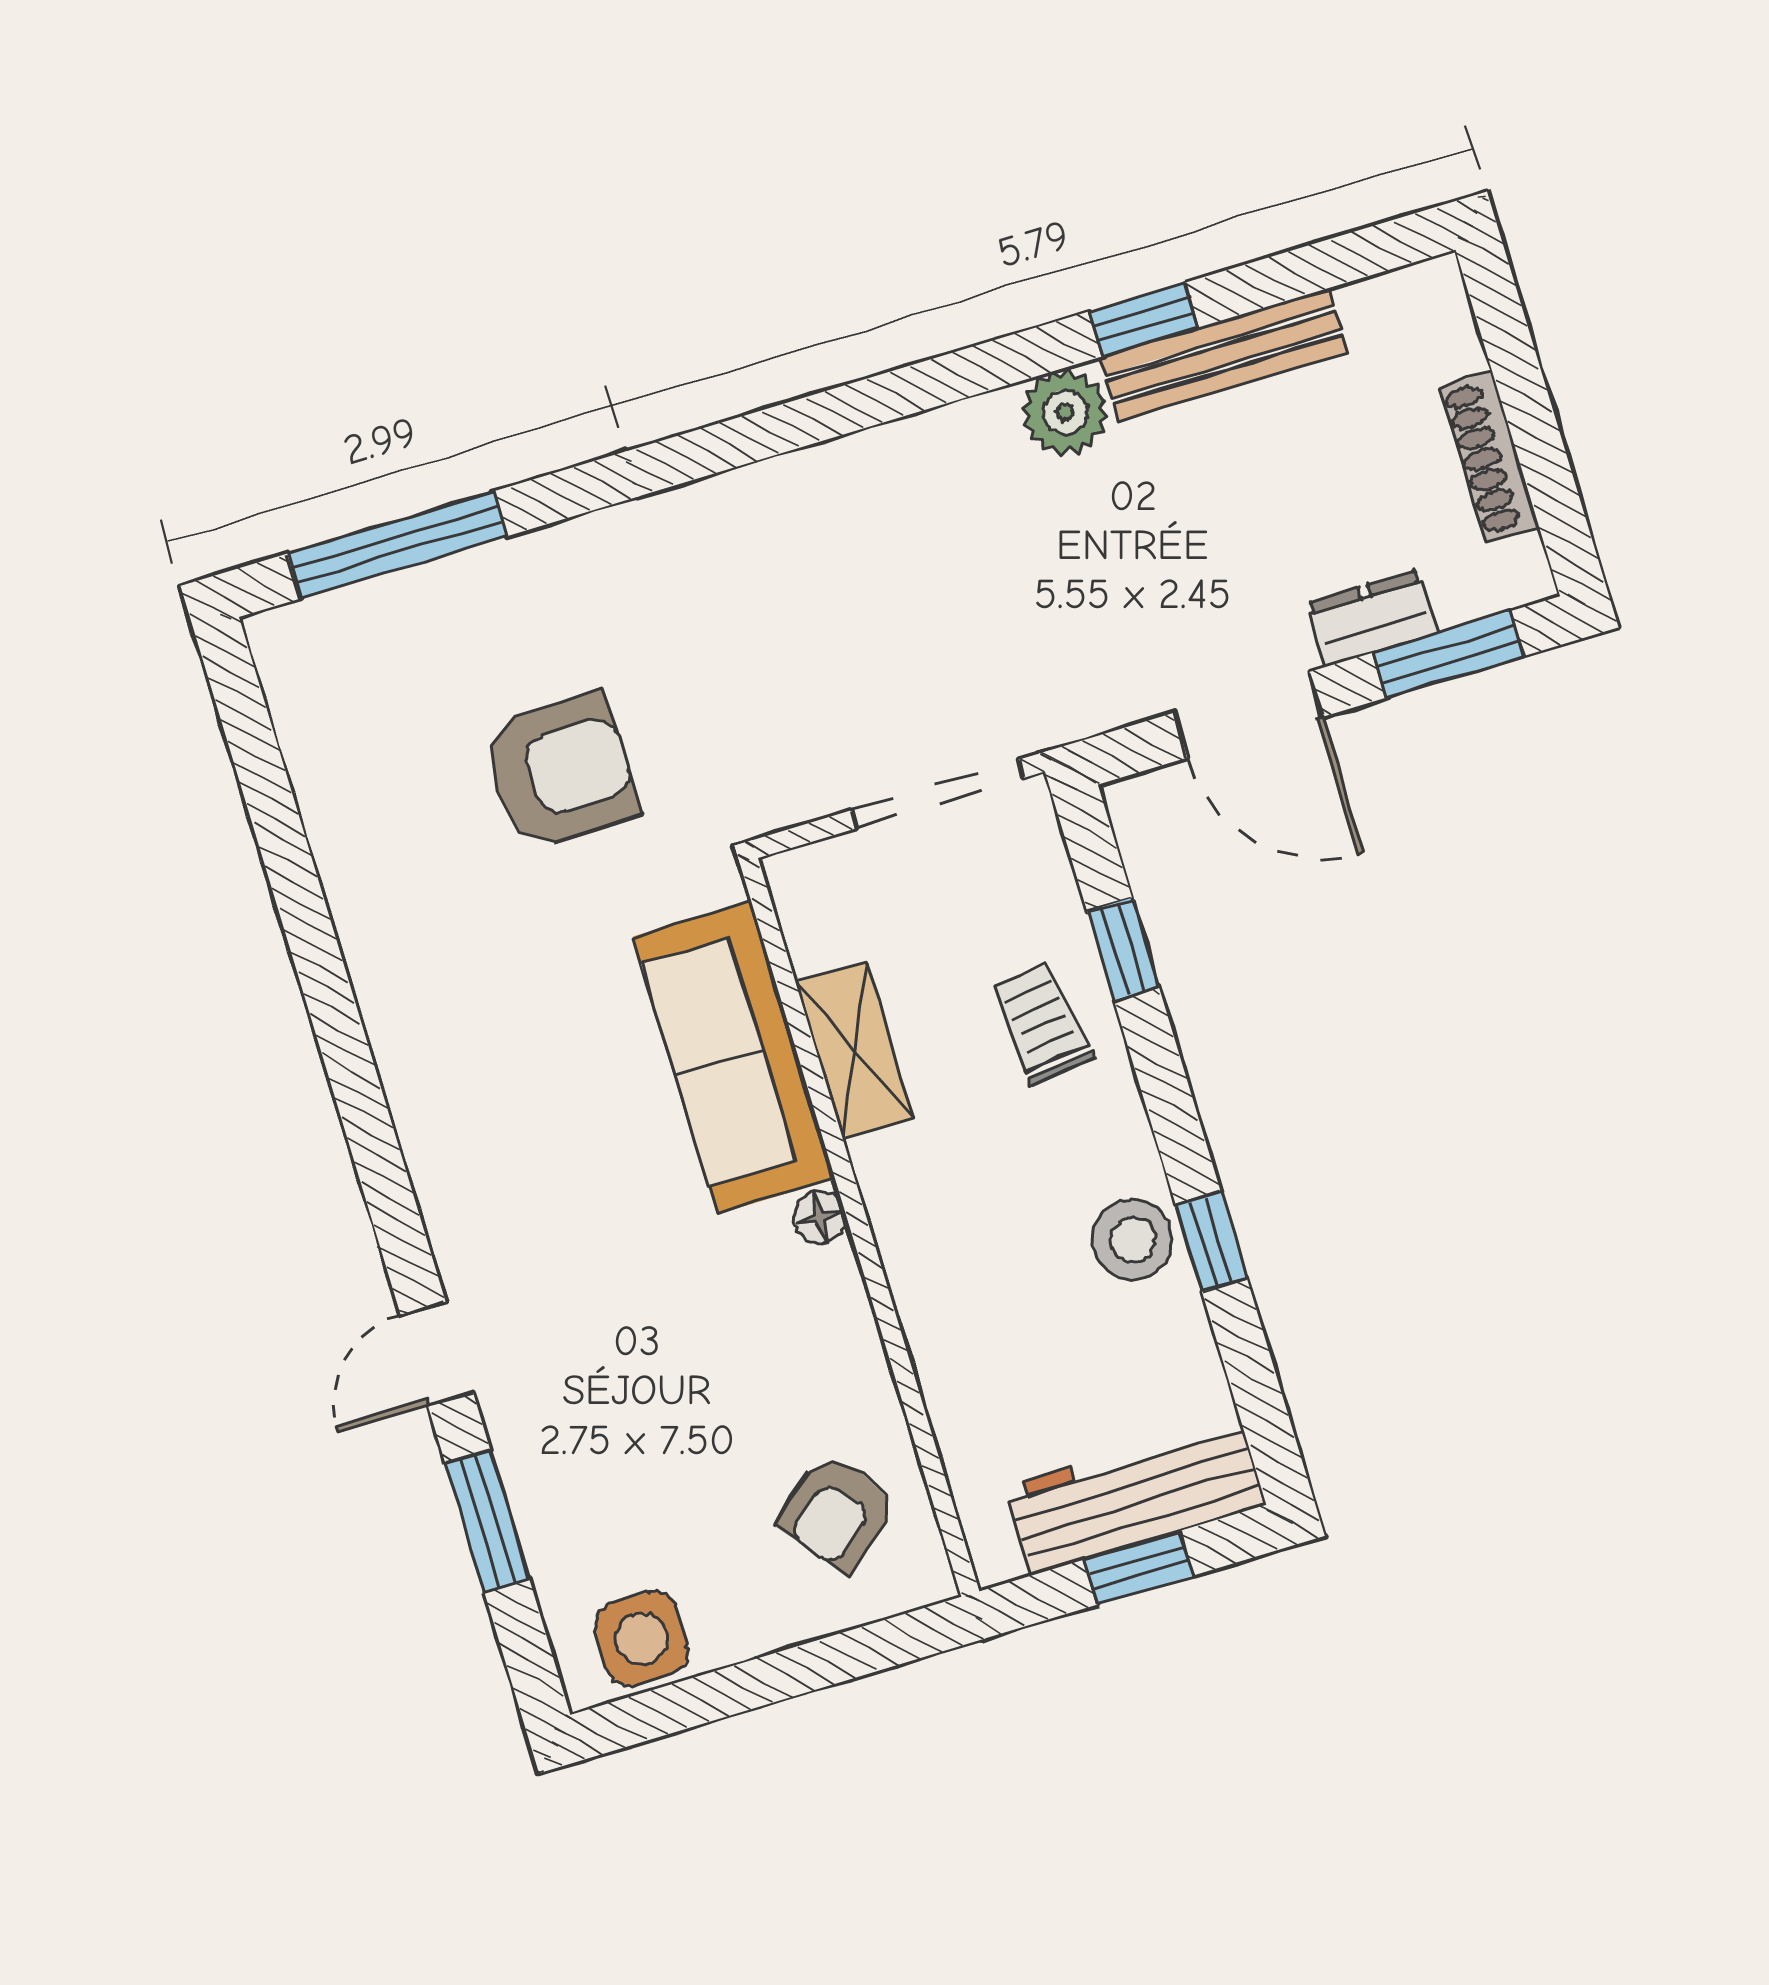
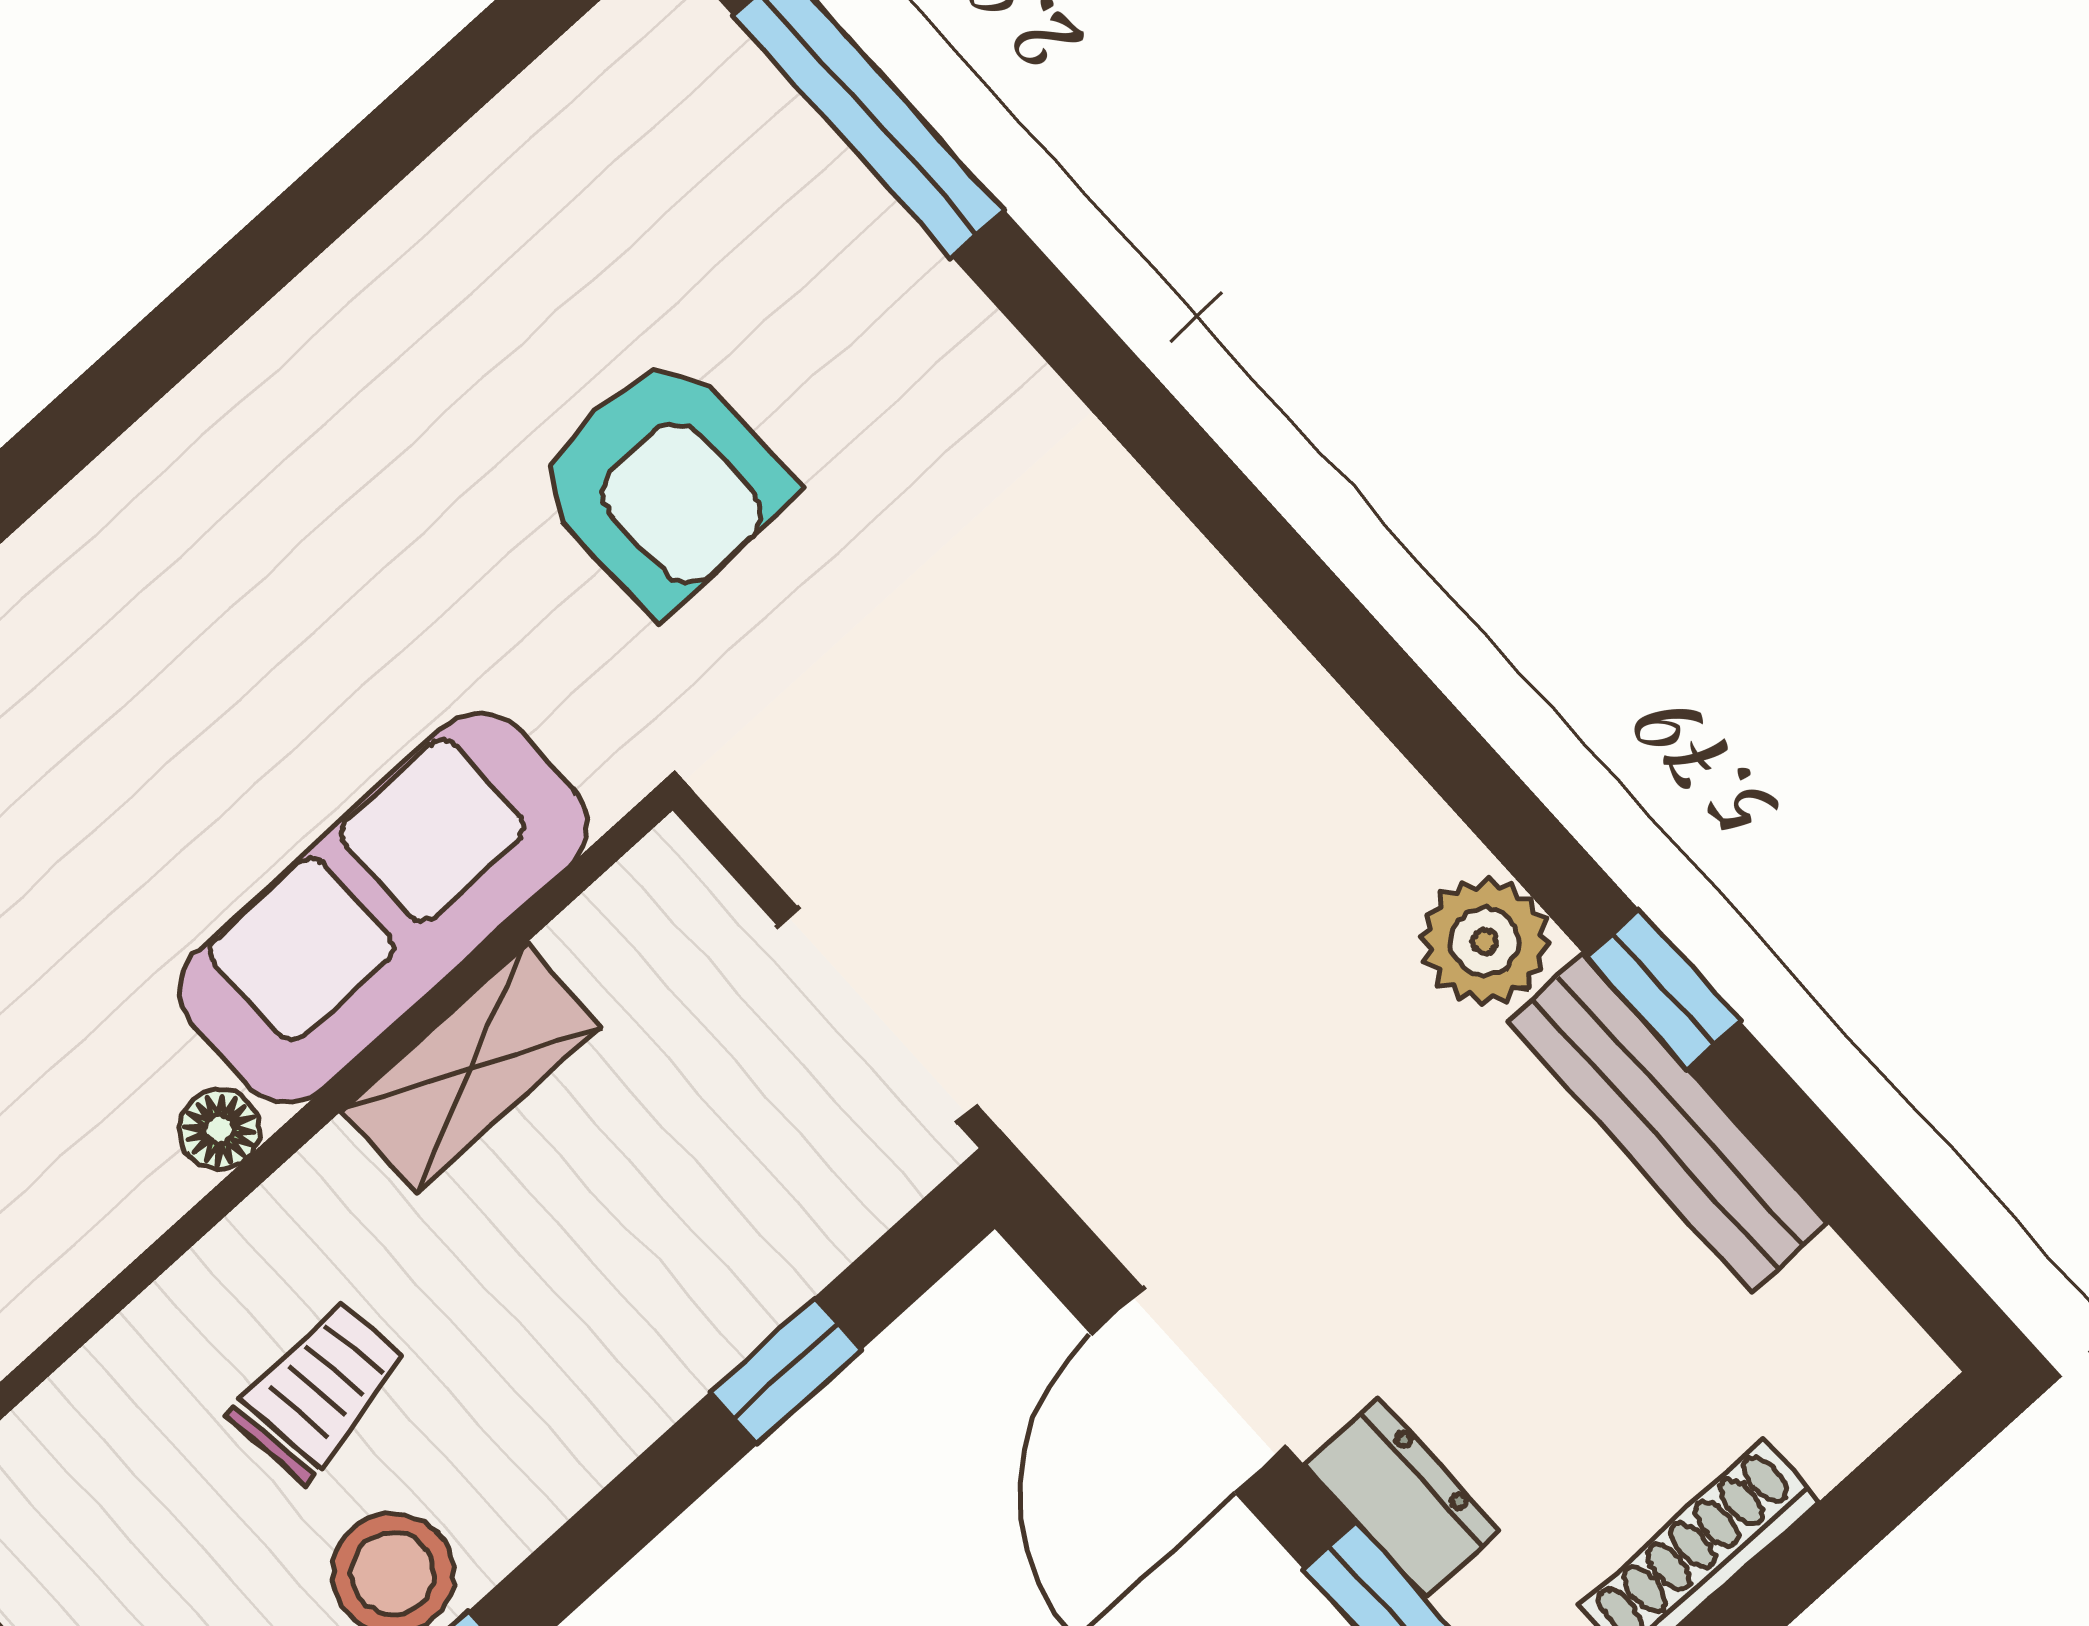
trolley: (1042, 1024) -> (319, 1390), moved

